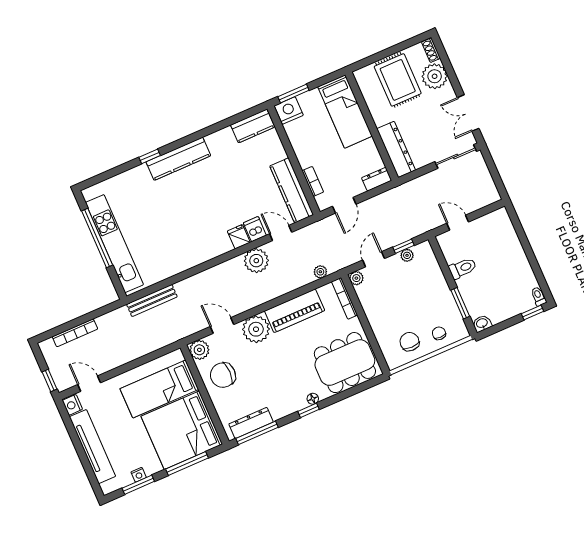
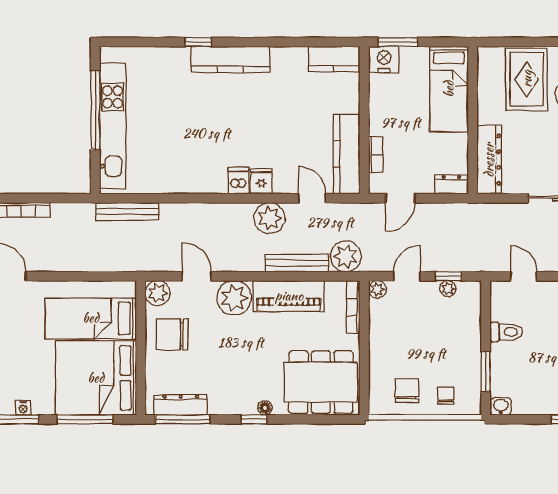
dishwasher: (255, 229) -> (238, 181), moved
plant: (320, 272) -> (346, 257), width x1.87, depth x1.87
bench: (290, 284) -> (297, 263), added

